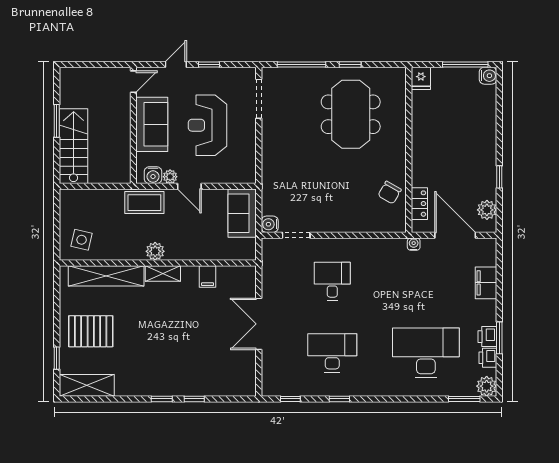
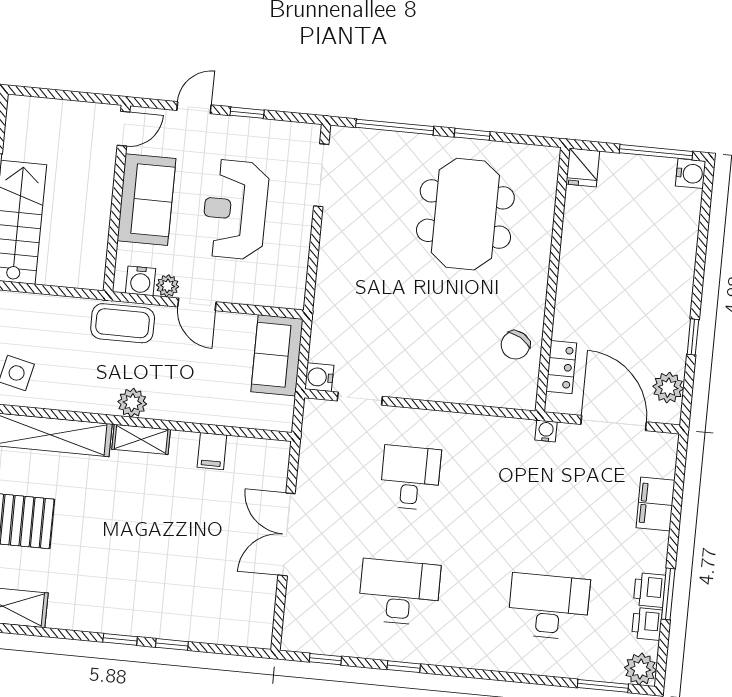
desk: (426, 353) -> (549, 607), width x0.73, depth x0.77

